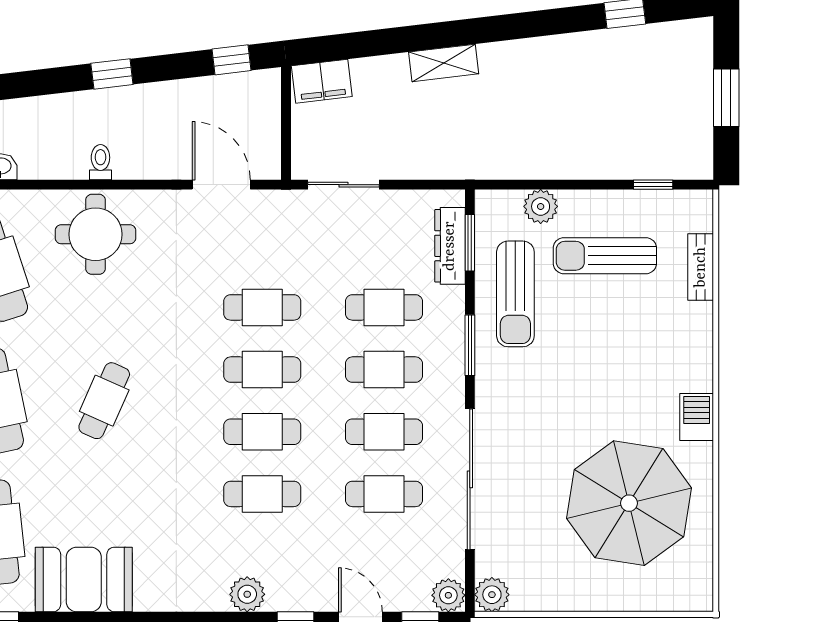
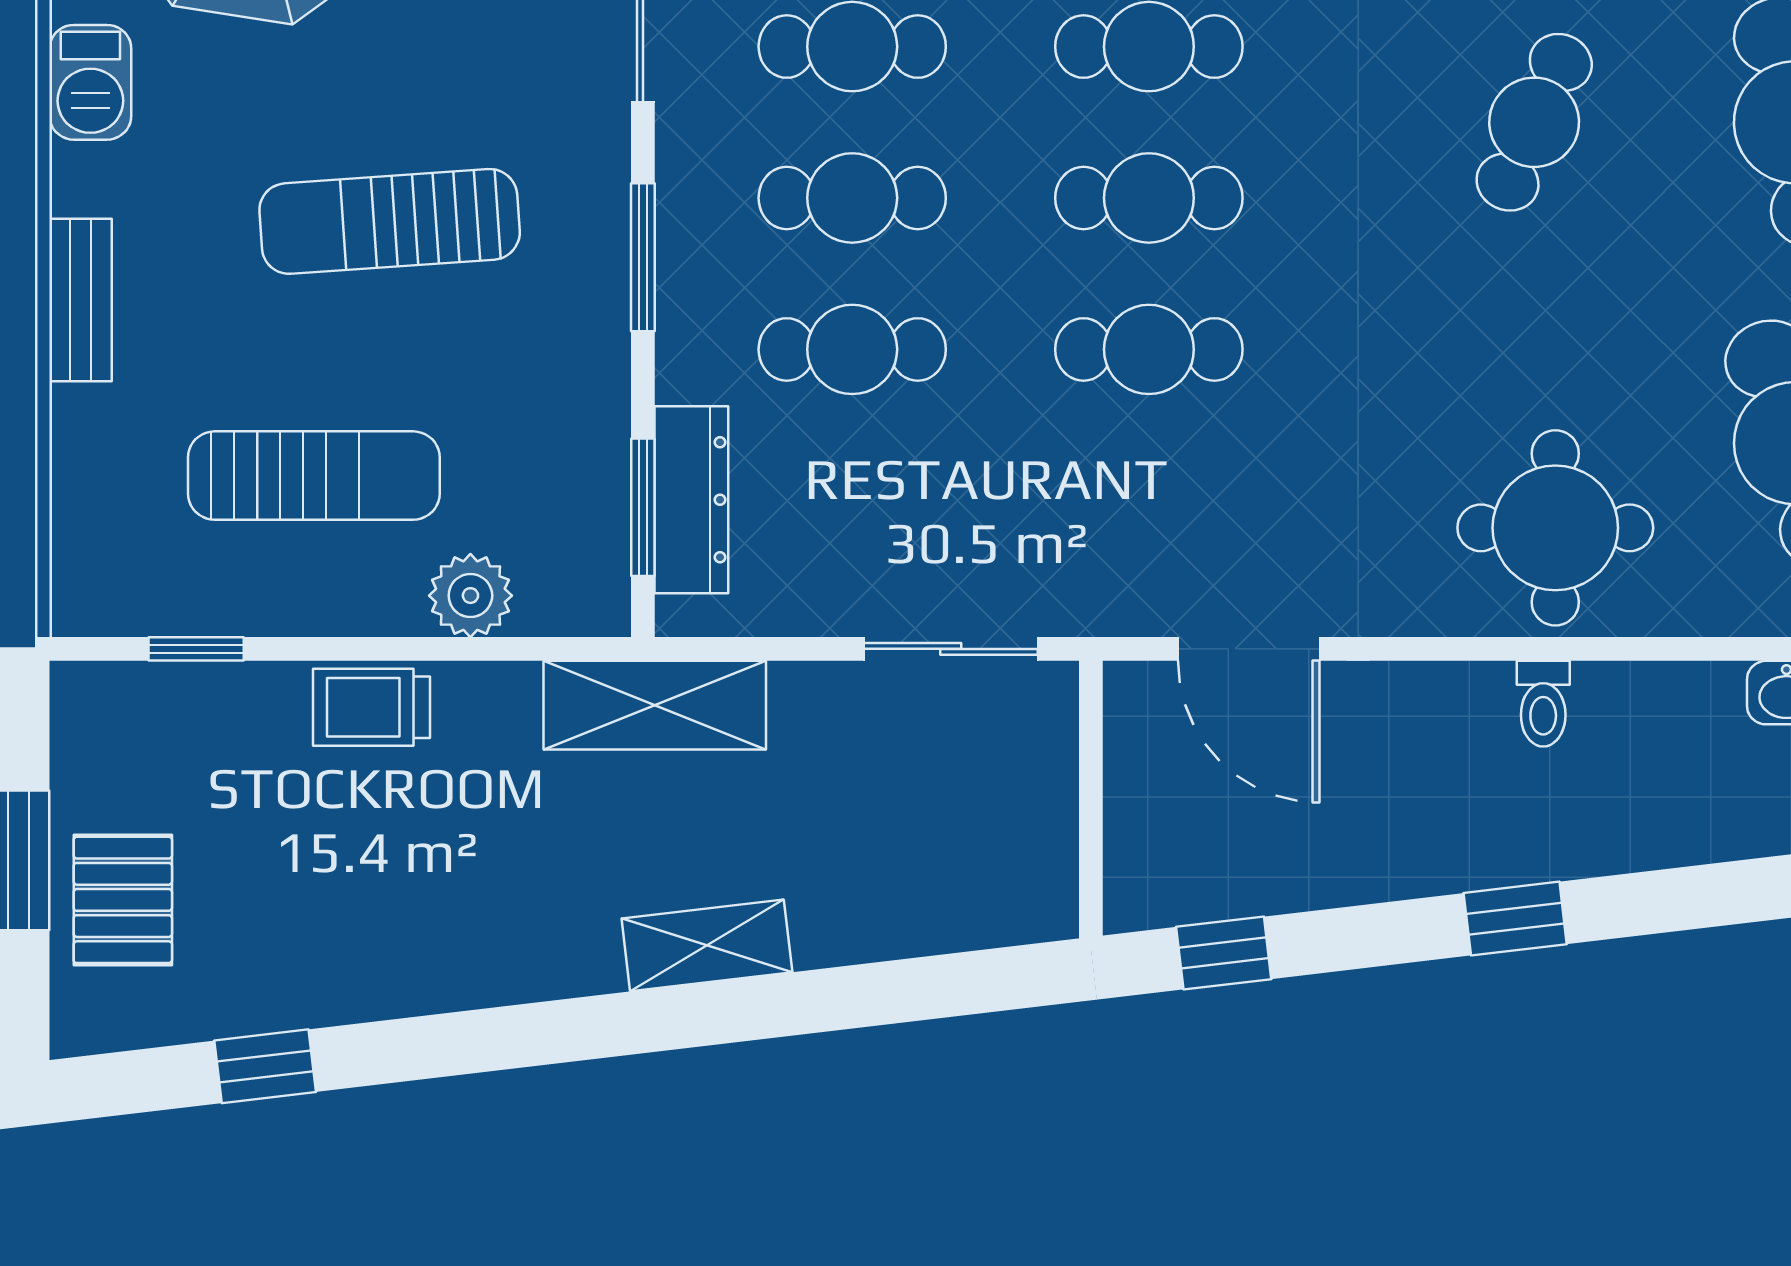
filing cabinet: (322, 81) -> (1004, 901), removed
pallet: (683, 82) -> (123, 900), added
trolley: (581, 161) -> (371, 707), added
shelving: (465, 162) -> (655, 705), added
bench: (701, 267) -> (81, 300), moved
sun lounger: (515, 294) -> (390, 221), moved, turned -94

